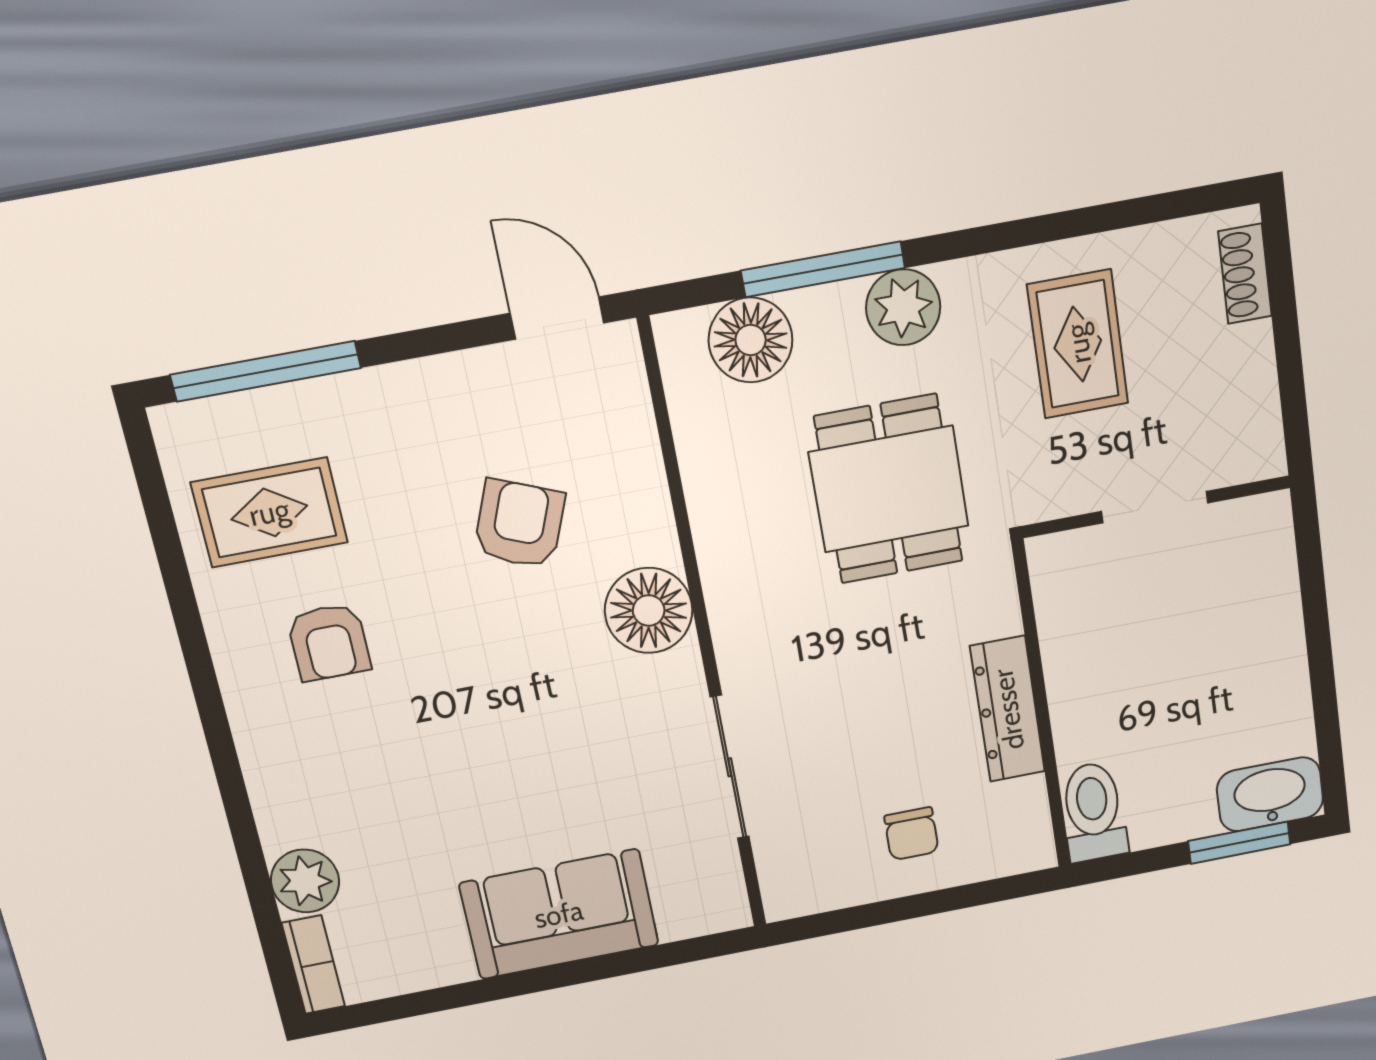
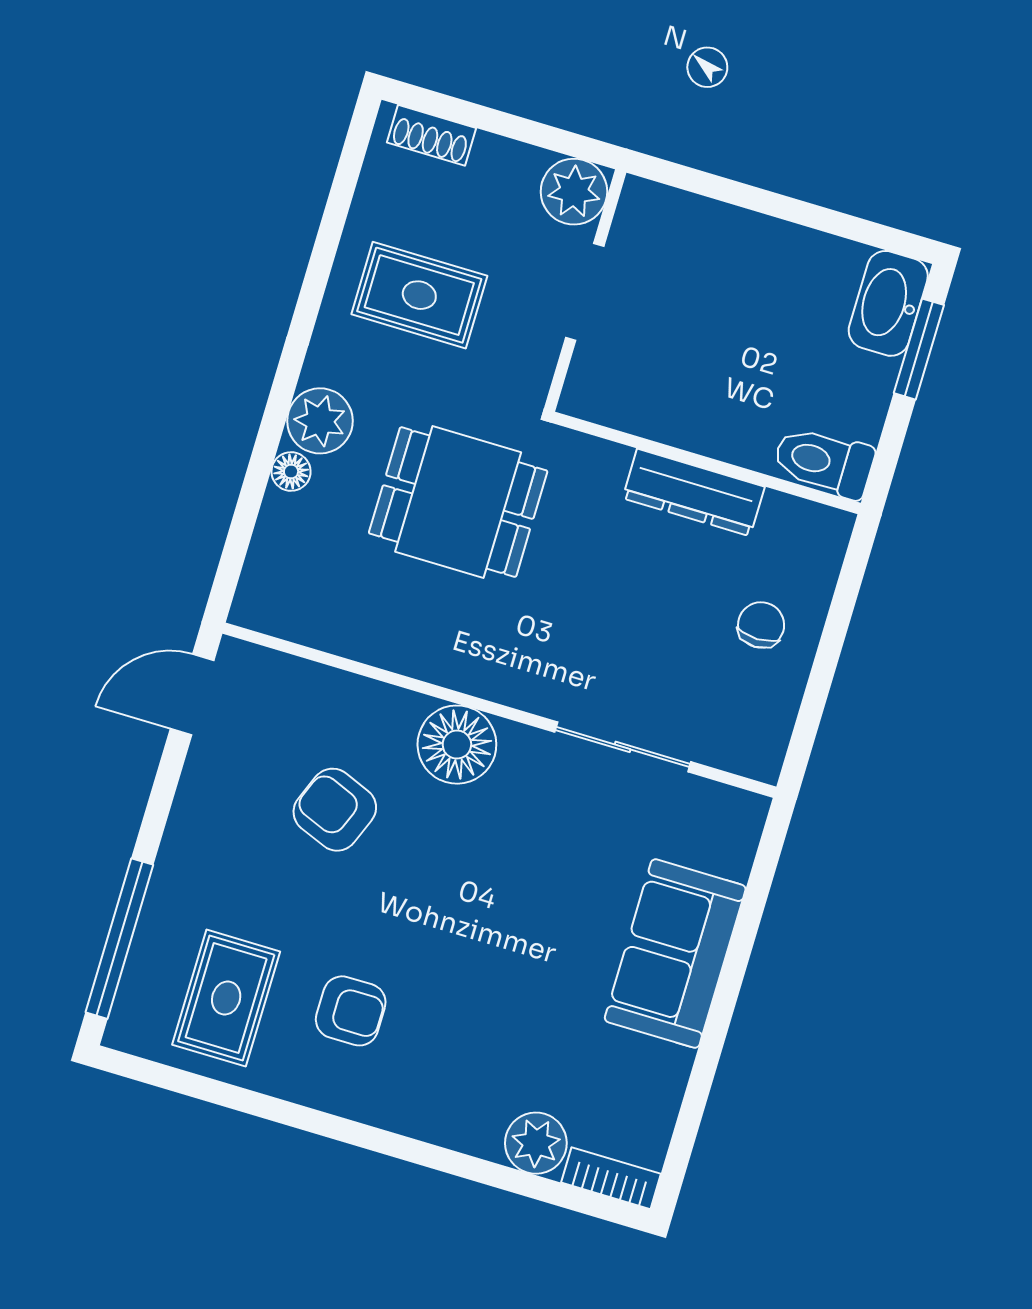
window: (823, 269) -> (259, 470), removed
floor lamp: (751, 340) -> (291, 471), moved, width x0.53, depth x0.53
plant: (1249, 446) -> (574, 192), added
chair: (911, 834) -> (761, 625), turned -90

